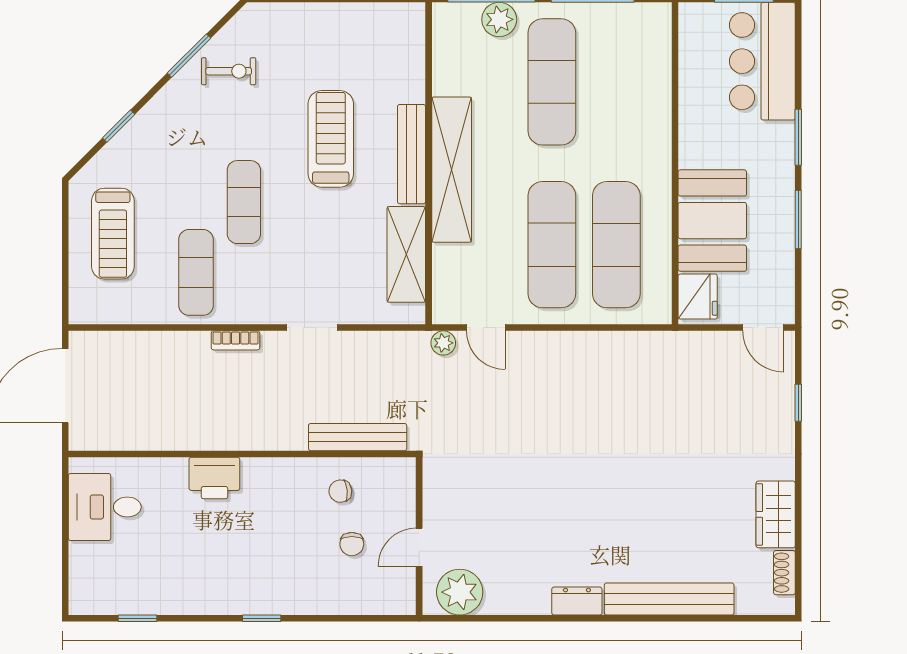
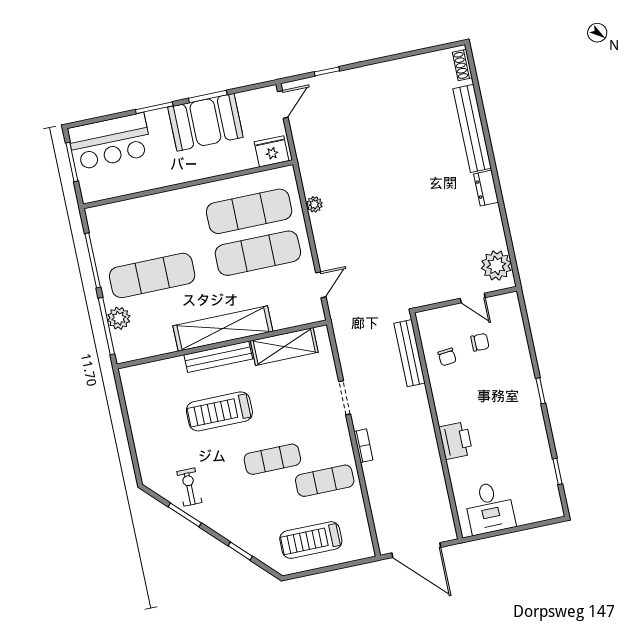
booth: (712, 221) -> (205, 122), moved
treadmill: (113, 234) -> (311, 540), turned 180
plant: (443, 343) -> (314, 204), moved
wardrobe: (776, 514) -> (403, 71), removed
shoe rack: (784, 573) -> (462, 65), moved, turned 90

